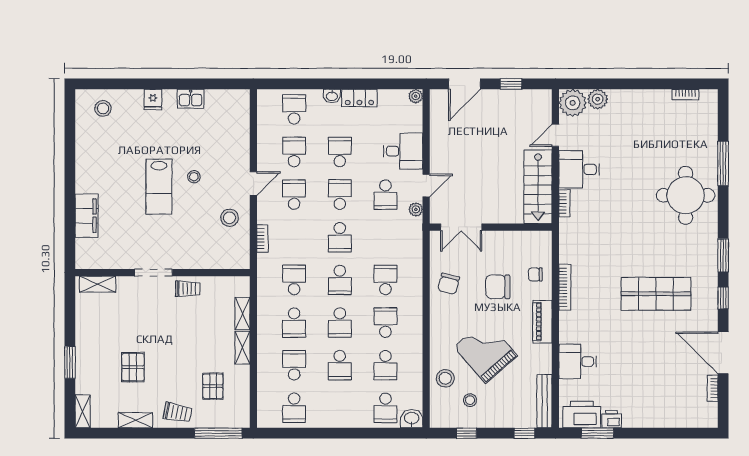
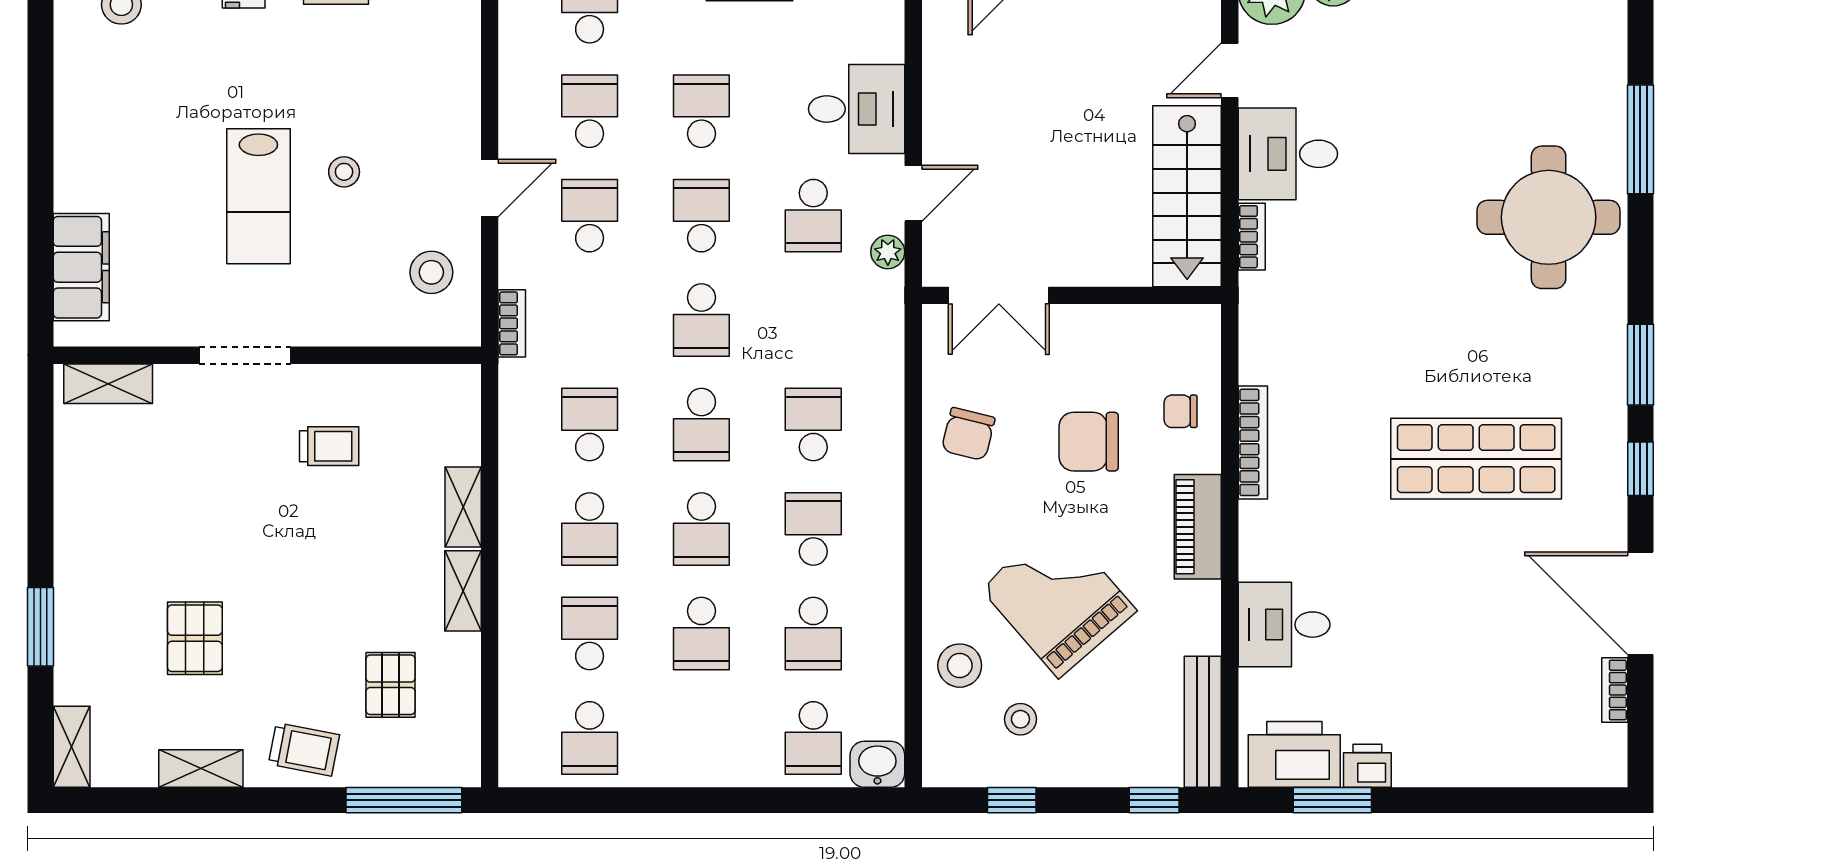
doorway: (154, 273) -> (245, 355), moved
wall: (163, 273) -> (267, 355), moved
shelving: (98, 284) -> (108, 384), moved

